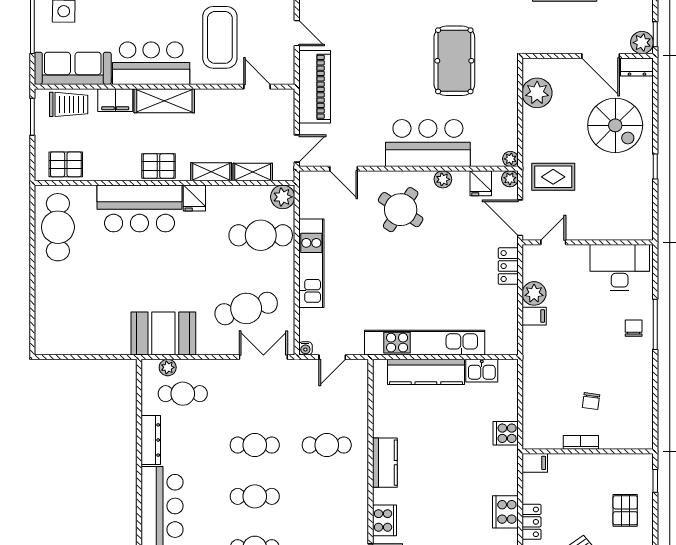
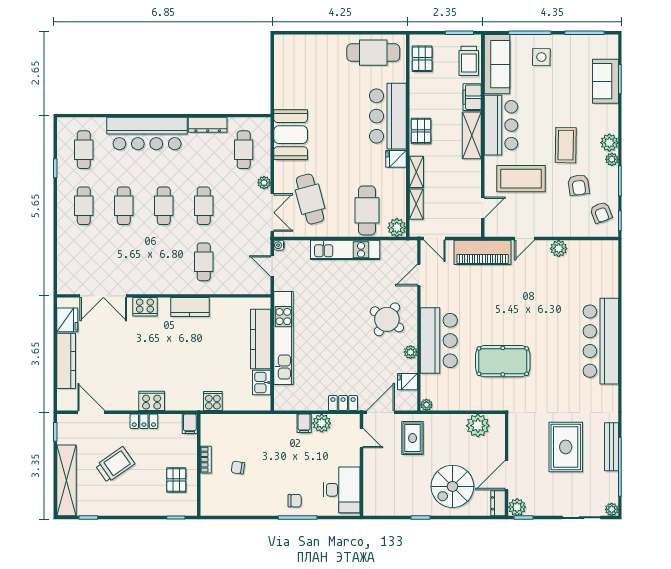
plant: (510, 179) -> (411, 404), removed
plant: (168, 367) -> (264, 183), moved
pallet: (625, 510) -> (176, 480), moved, turned 90

